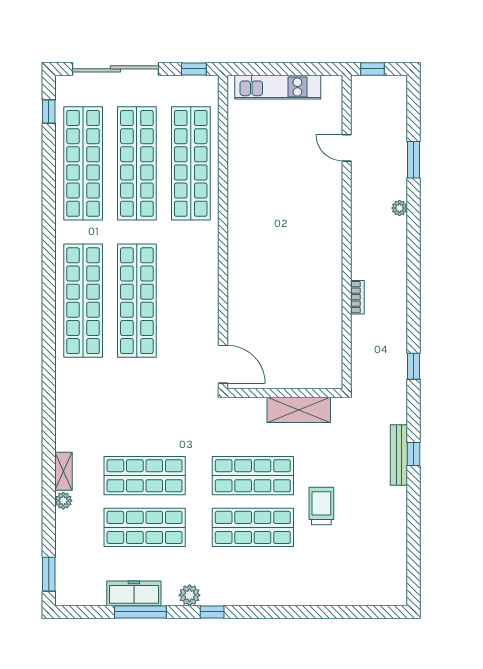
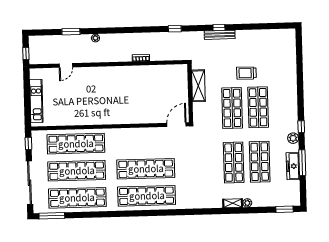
window: (49, 111) -> (52, 216), width x2.17

